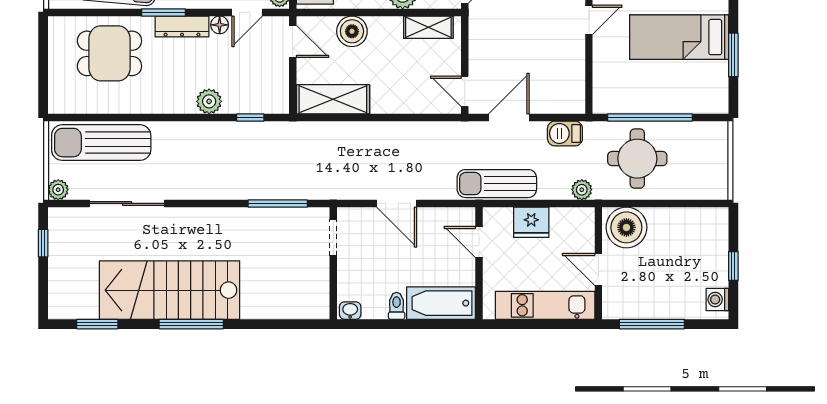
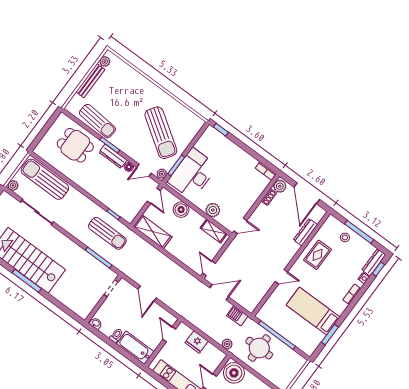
plant: (209, 101) -> (101, 195), removed
sun lounger: (497, 184) -> (107, 233), moved, turned 180

